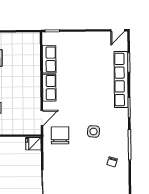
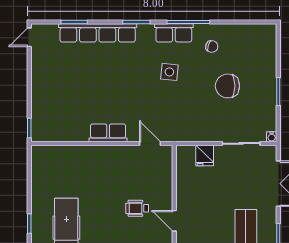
door: (118, 30) -> (29, 37), swing flipped
row of seats: (49, 59) -> (174, 33), moved, turned 180
chair: (60, 135) -> (227, 86), moved
fridge: (33, 144) -> (205, 155), moved

